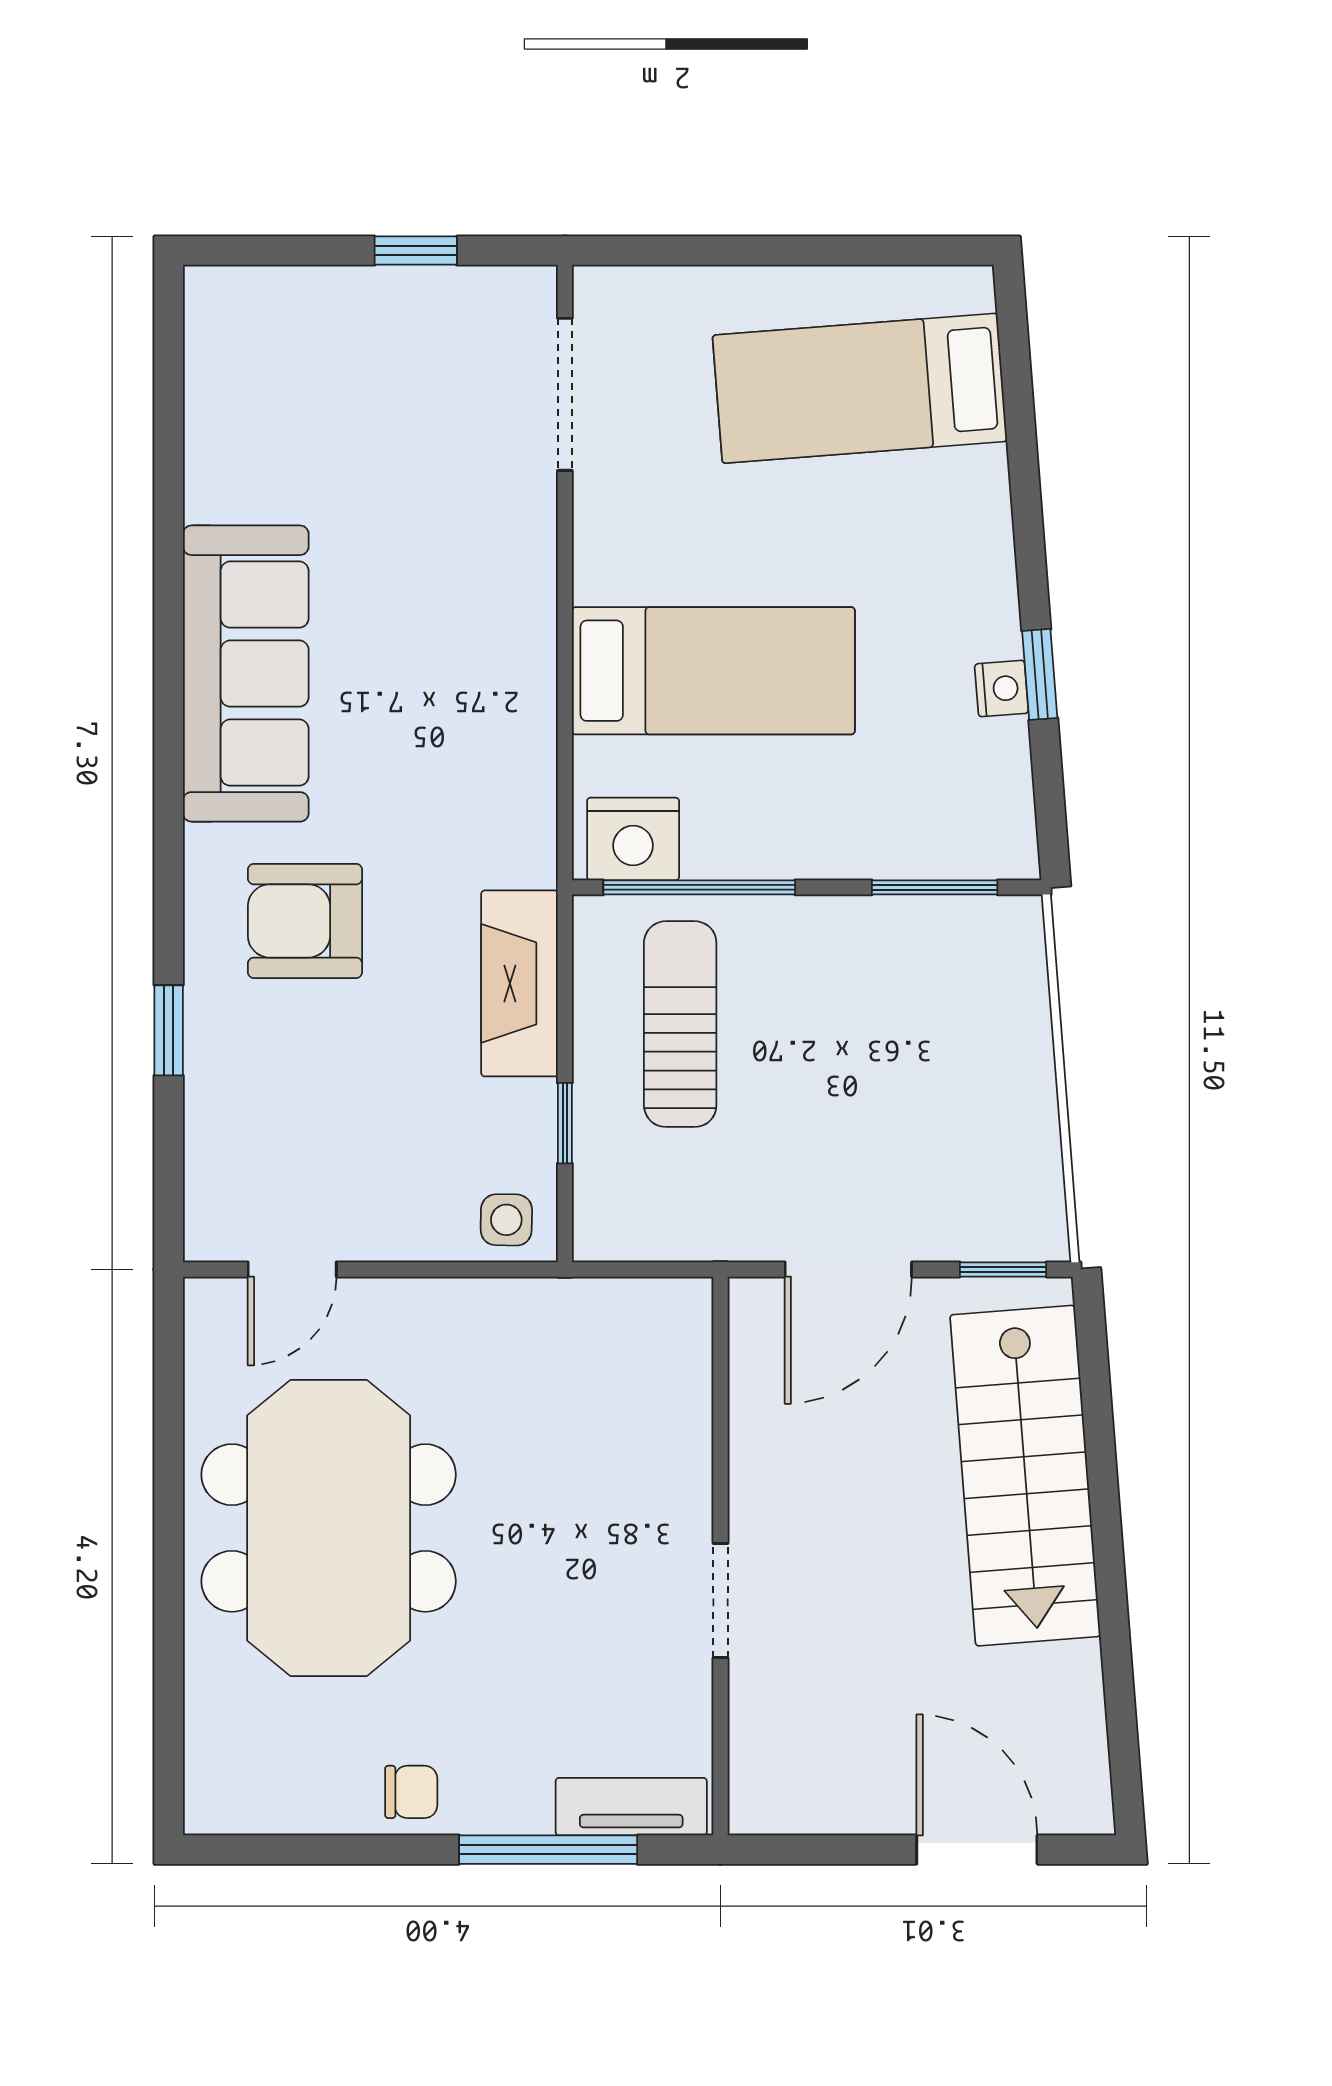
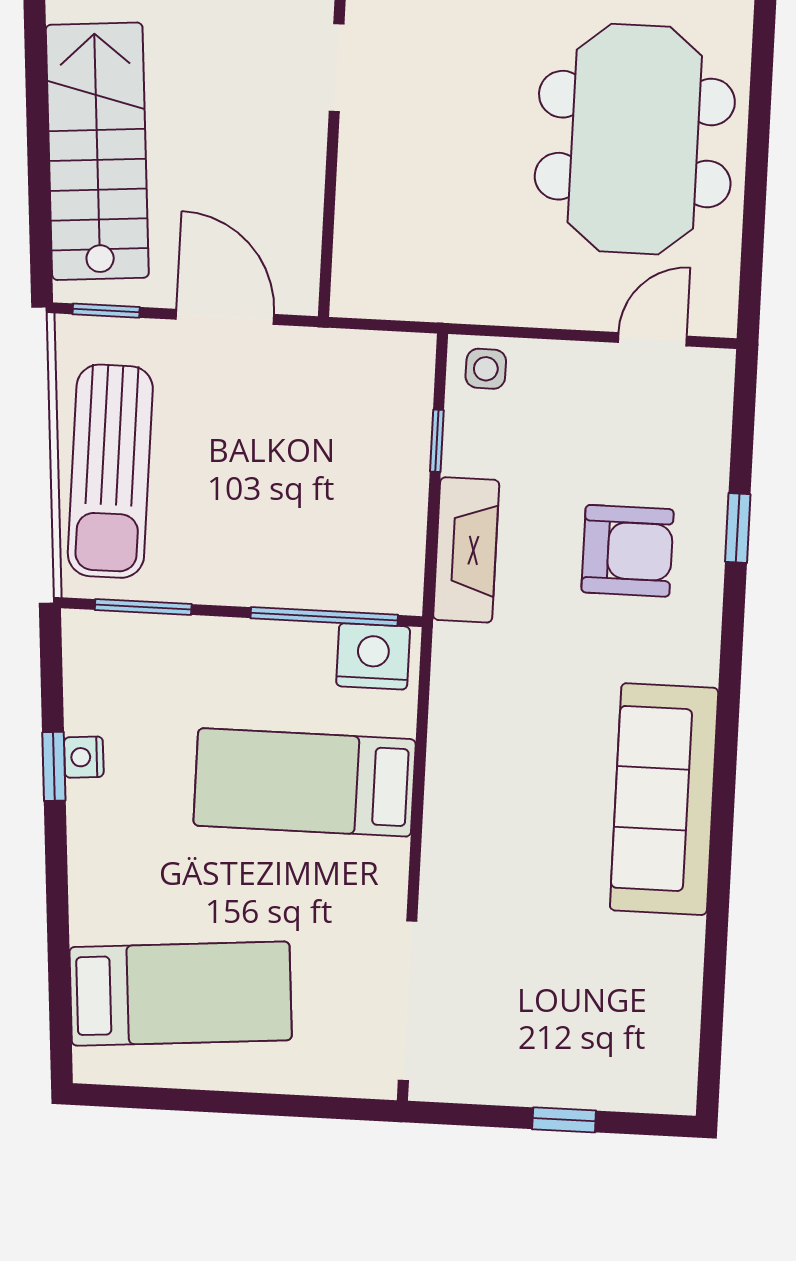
window: (416, 251) -> (564, 1120), moved
doorway: (565, 394) -> (408, 1001), width x1.36
armchair: (305, 921) -> (628, 551), moved
sun lounger: (680, 1024) -> (110, 471), moved, width x1.36, depth x1.34
door: (848, 1269) -> (225, 317), hinge flipped

